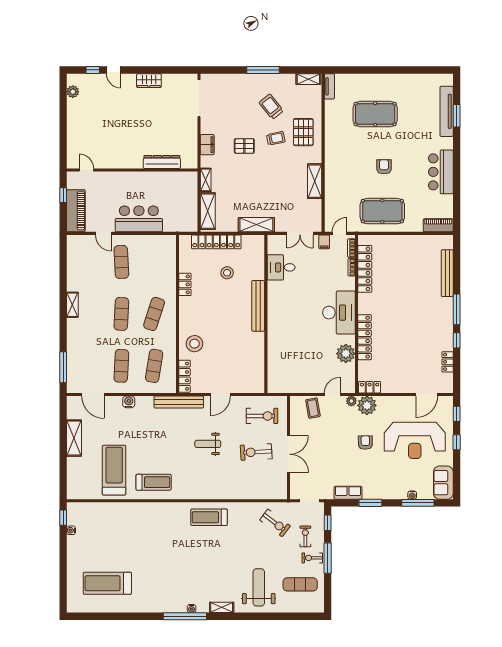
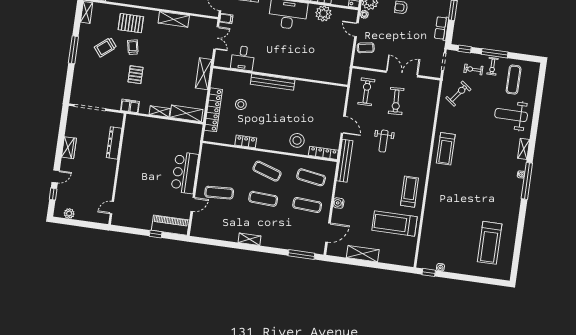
dresser: (162, 162) -> (114, 143), moved
door: (87, 170) -> (112, 208), moved
wall: (132, 170) -> (117, 169), moved

